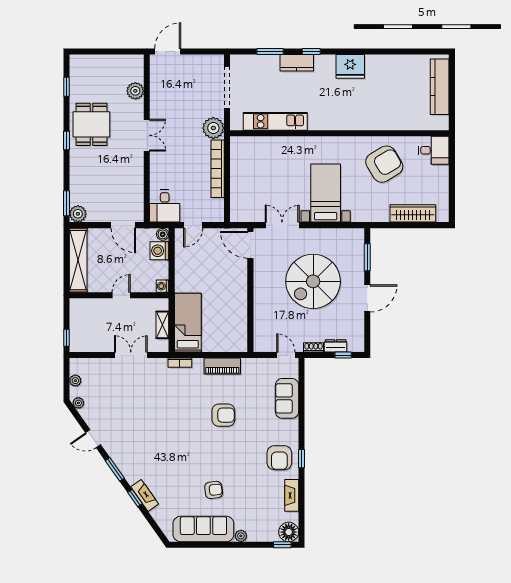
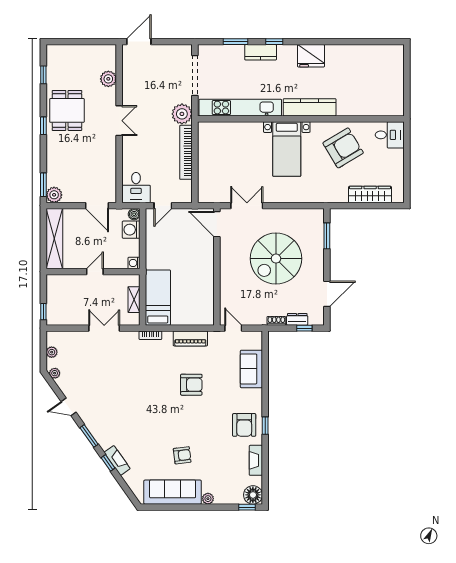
kitchen counter: (440, 87) -> (310, 107), moved, turned 90
kitchen unit: (275, 121) -> (240, 108), width x1.36
bed with nightstands: (326, 193) -> (287, 149), moved, turned 180
door: (367, 298) -> (327, 294), moved
door: (286, 355) -> (233, 328), moved

